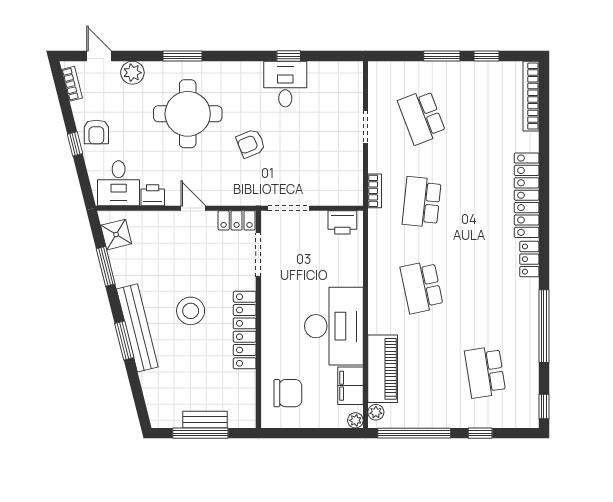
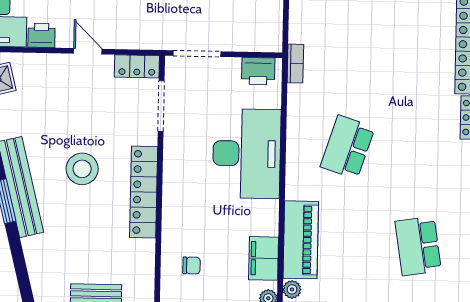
bookcase: (375, 191) -> (295, 64), moved
school desk: (422, 202) -> (350, 50), removed
school desk: (422, 287) -> (348, 147), turned 30
desk: (334, 326) -> (247, 154), moved
chair: (288, 393) -> (192, 265), width x0.54, depth x0.54

